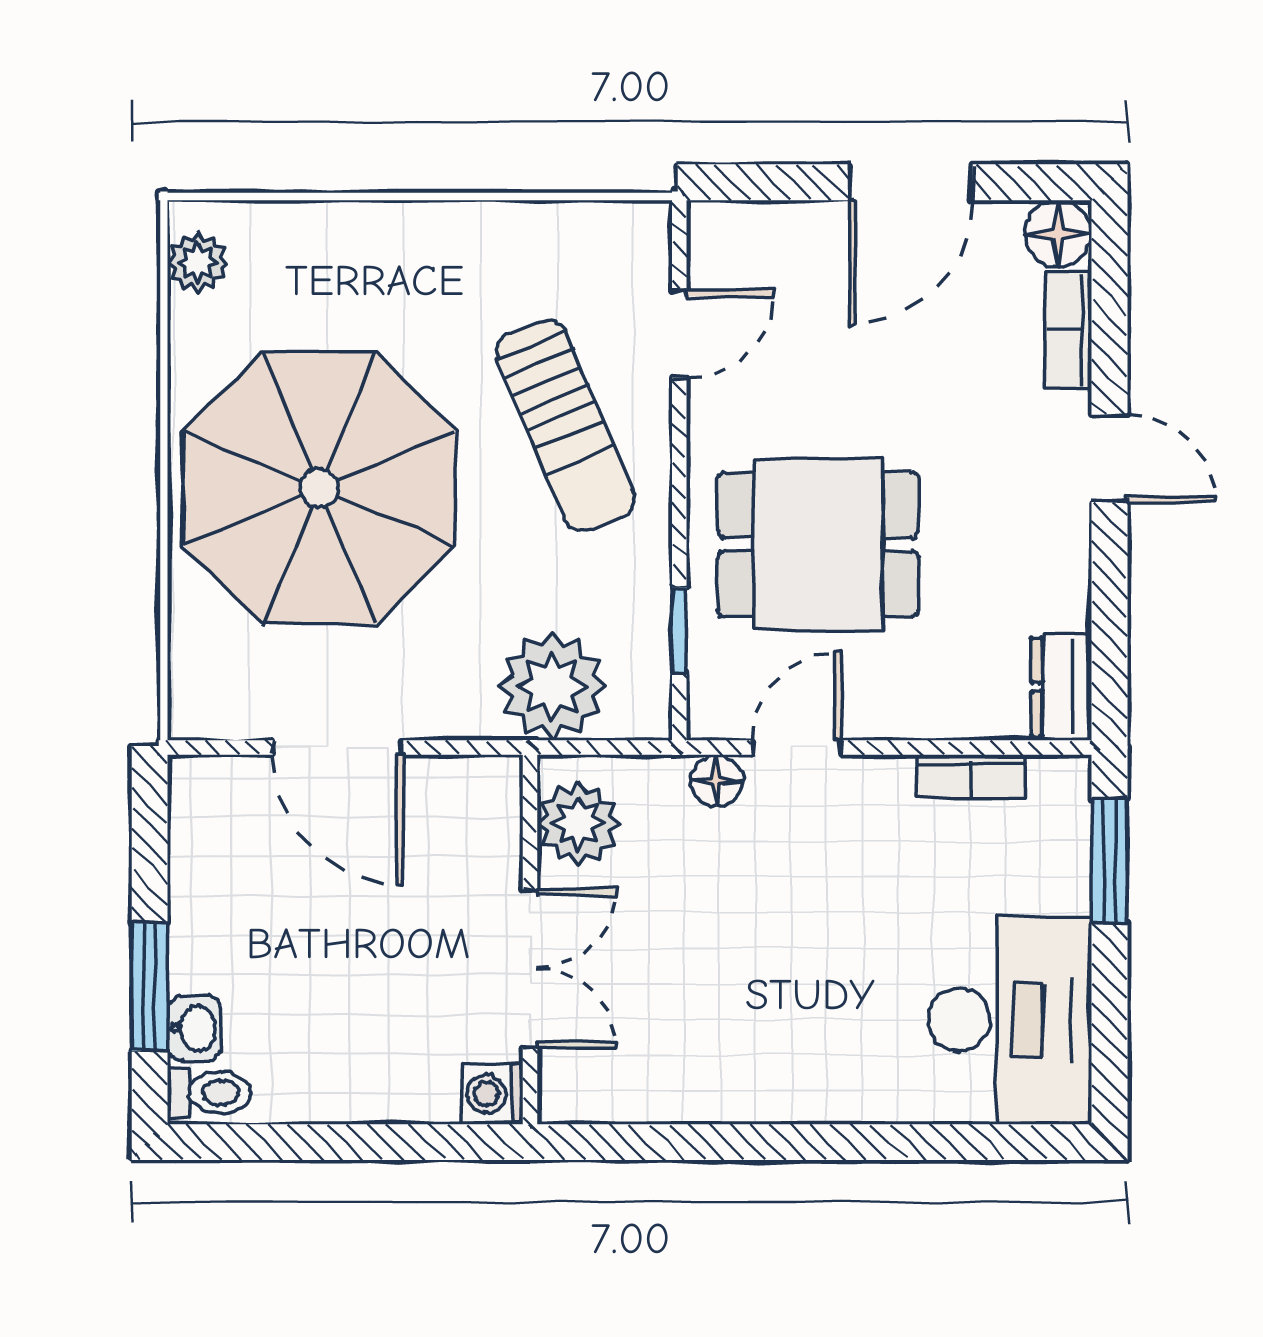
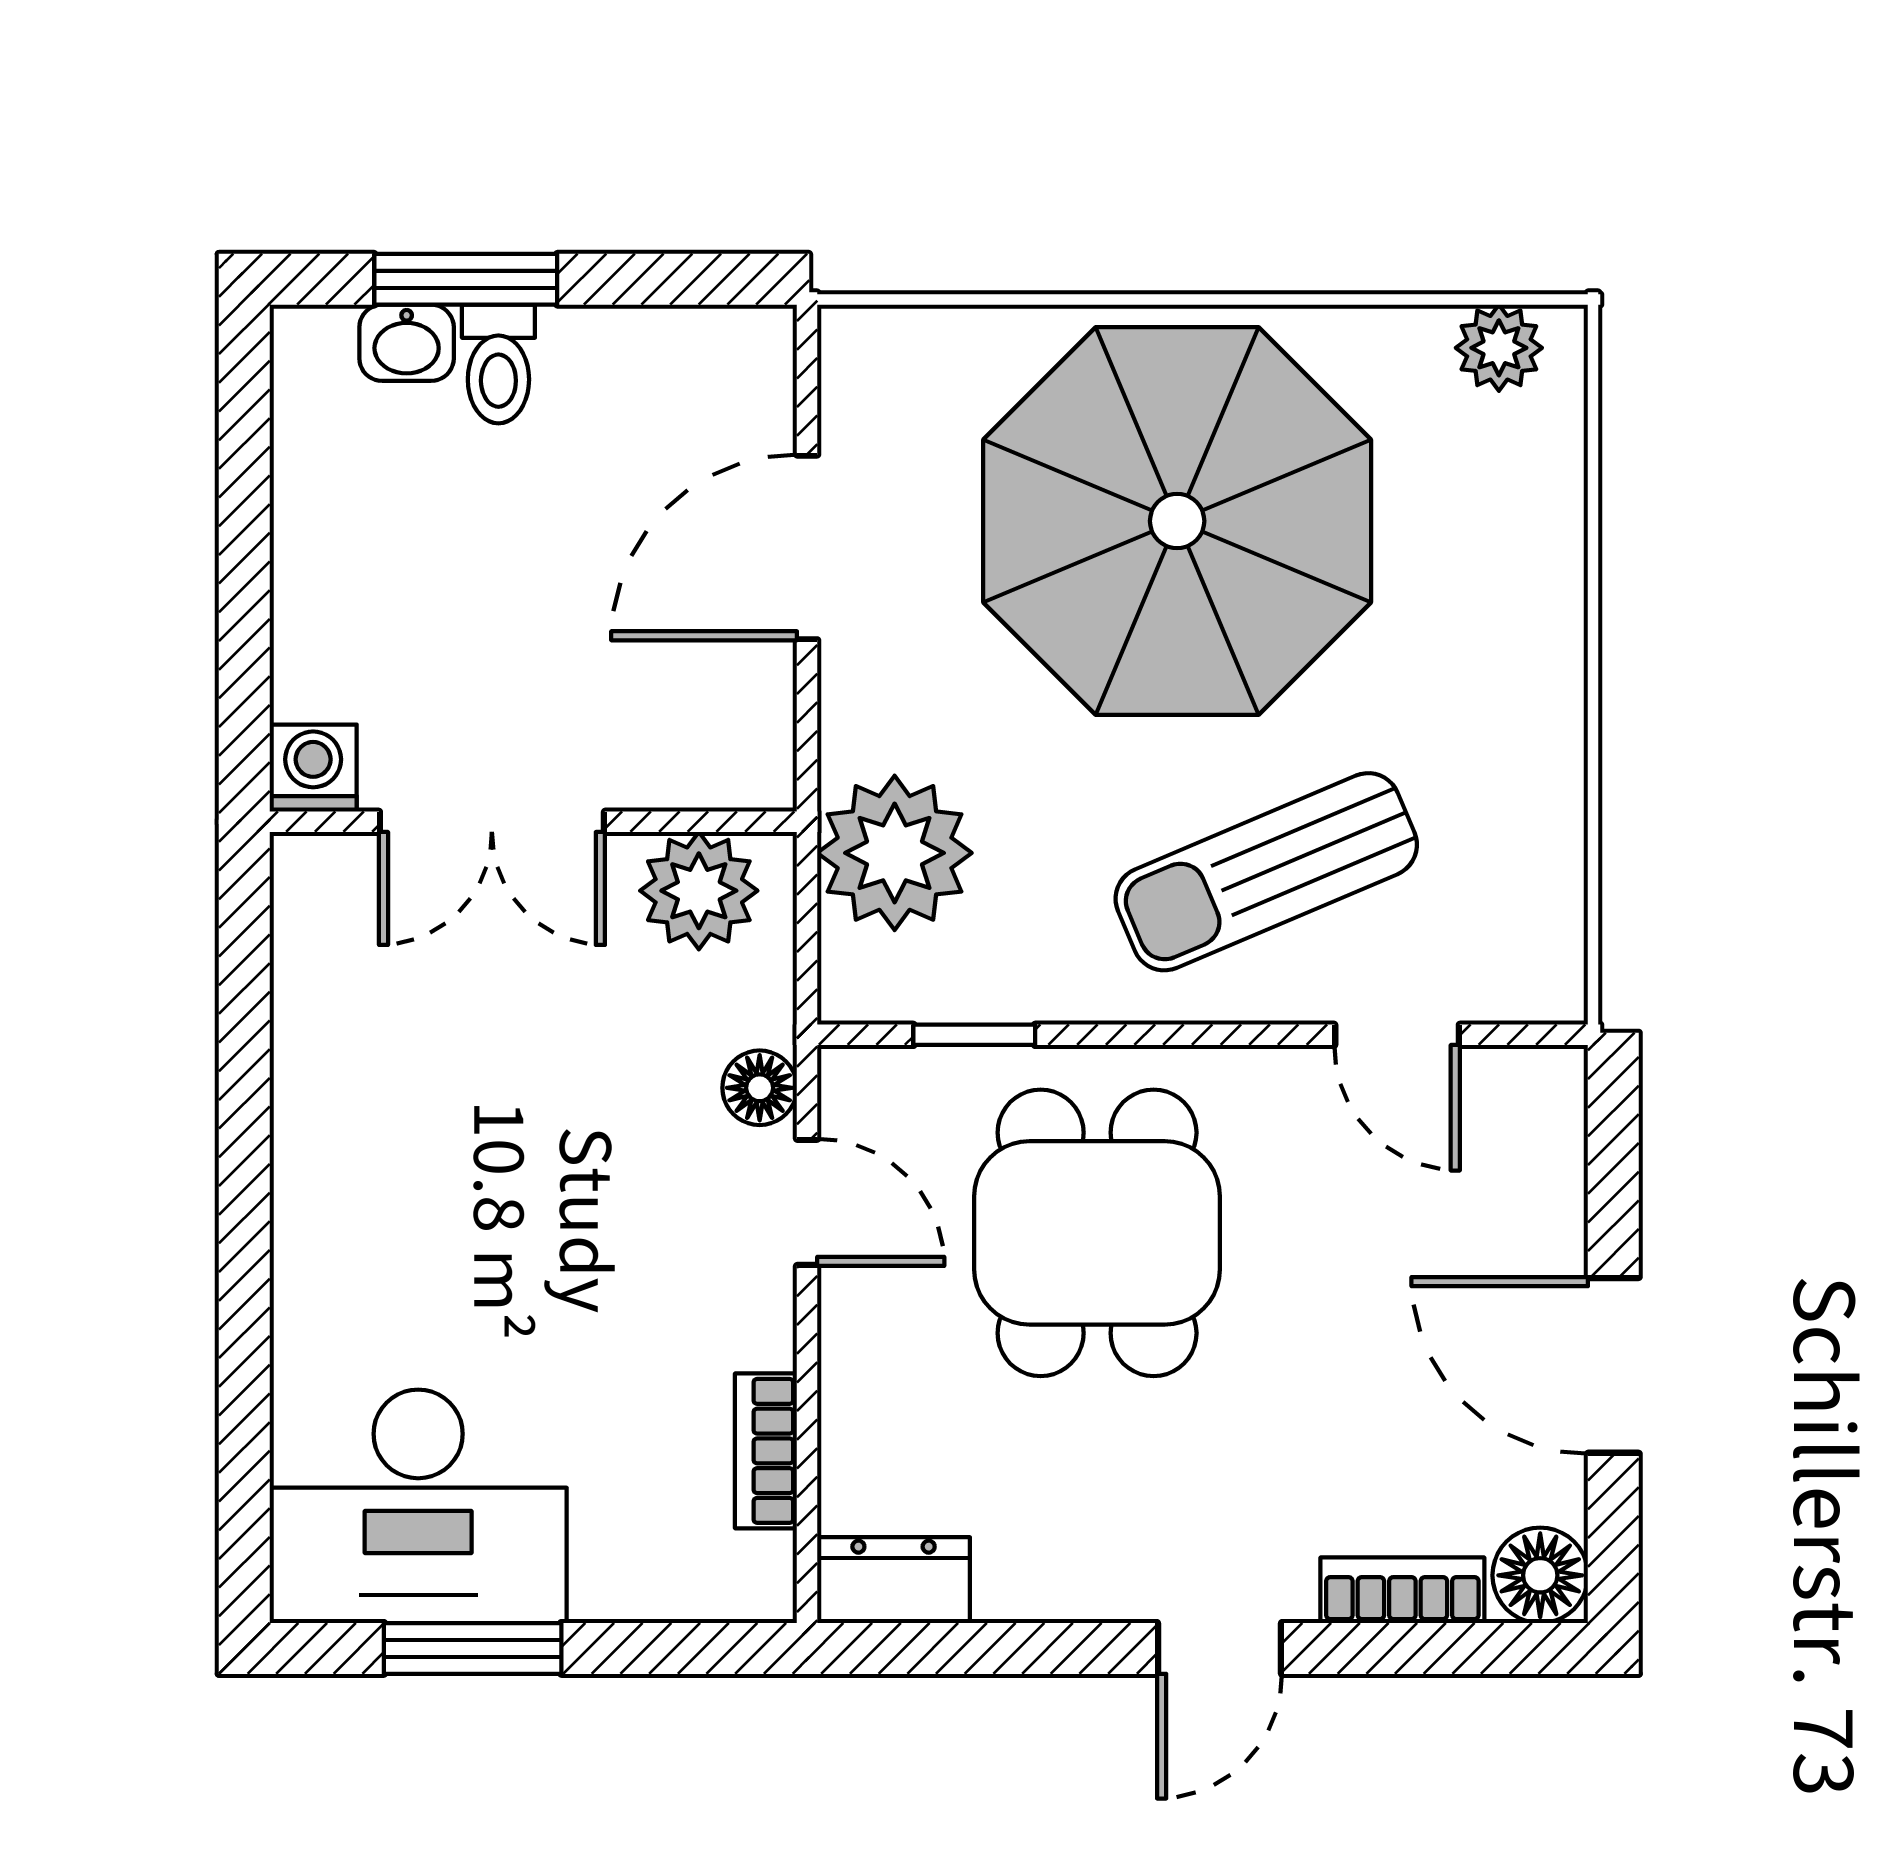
window: (1109, 861) -> (473, 1648), moved
toilet: (209, 1093) -> (498, 364), moved

